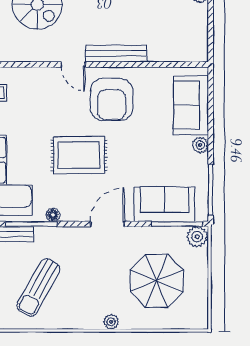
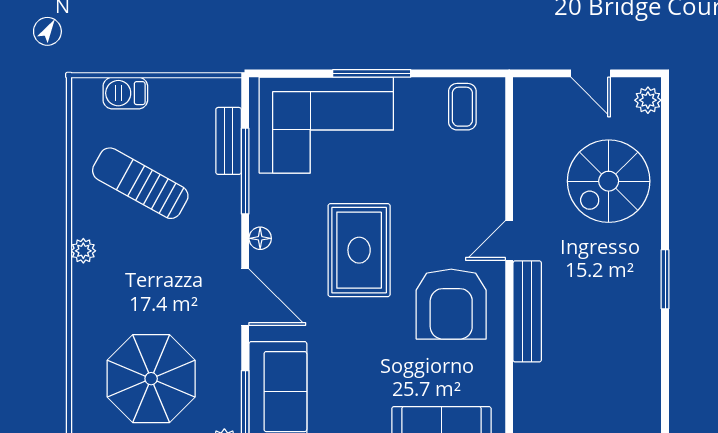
armchair: (112, 100) -> (451, 304), turned -90
floor lamp: (53, 215) -> (260, 238), moved
plant: (111, 322) -> (83, 251), moved

